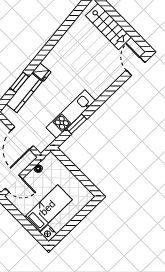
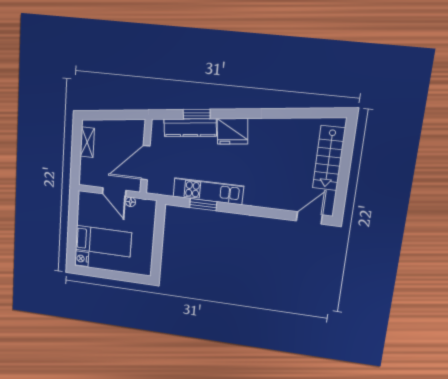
fridge: (42, 72) -> (233, 131), width x1.88, depth x1.34
door: (14, 184) -> (114, 192), moved

